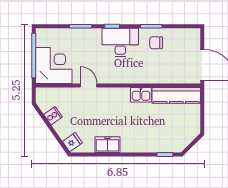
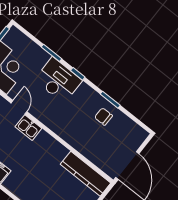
desk: (120, 42) -> (58, 80), moved
kitchen sink: (141, 95) -> (28, 128), moved

